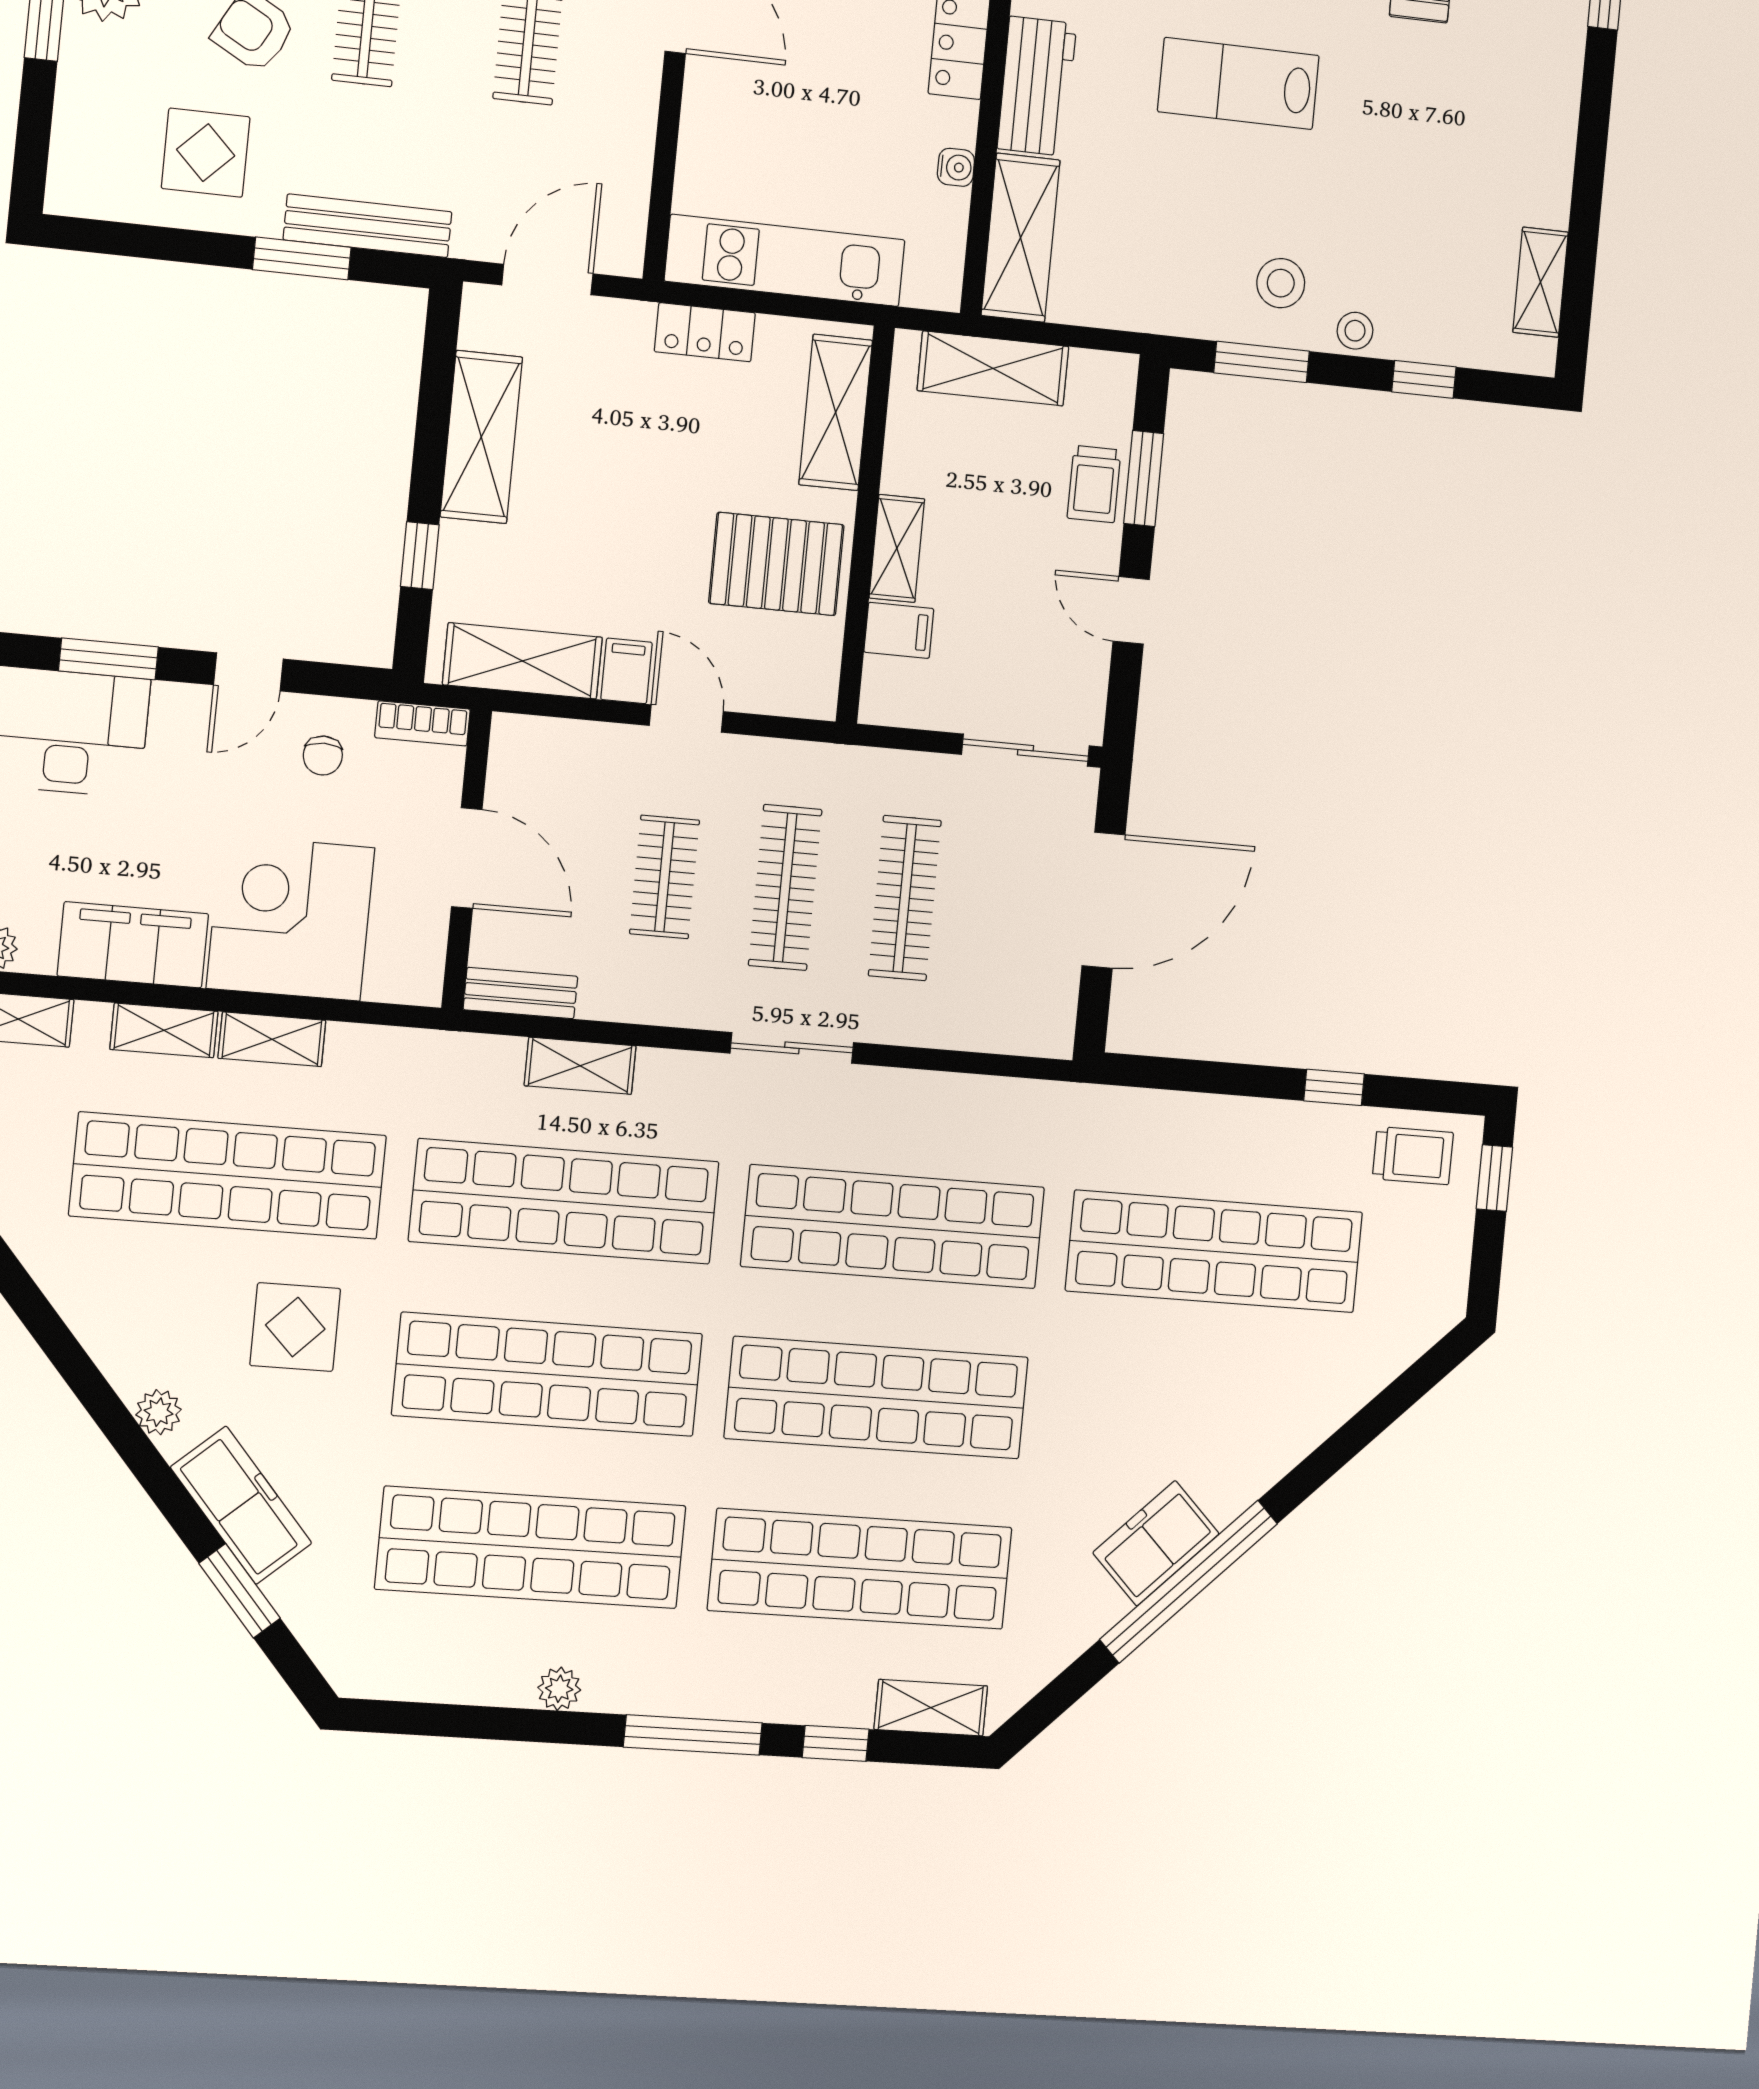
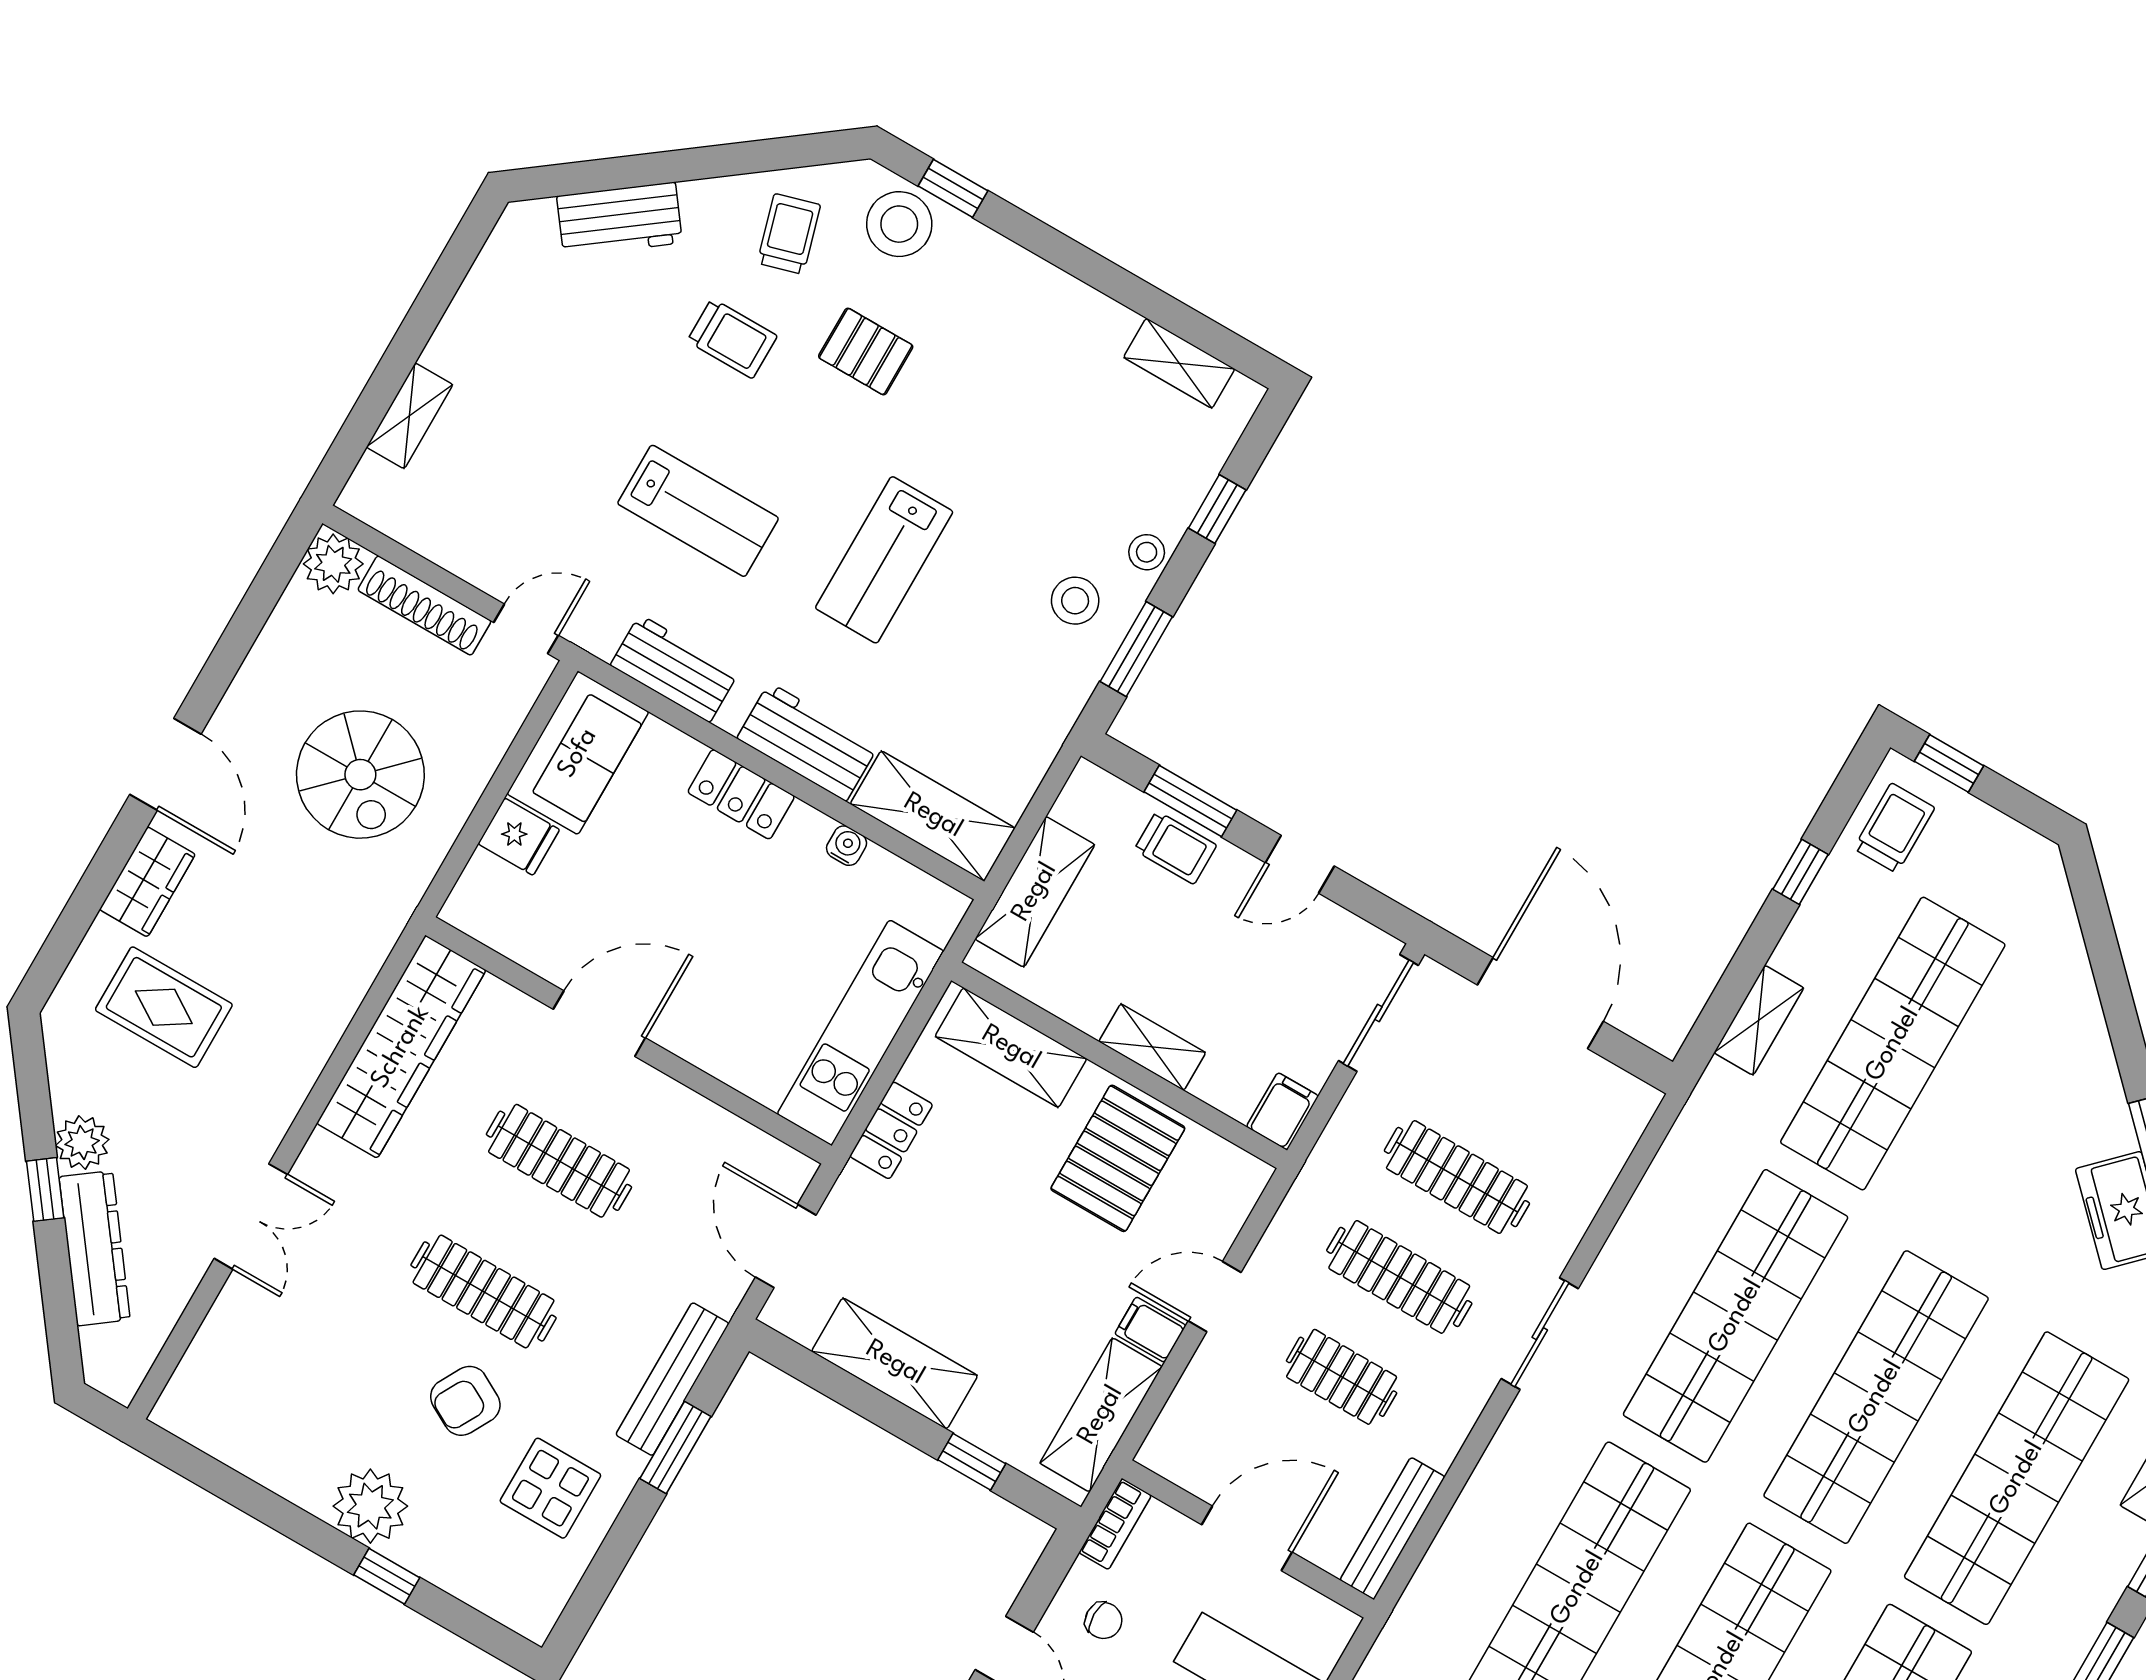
filing cabinet: (899, 630) -> (1282, 1111), moved
bench: (520, 993) -> (1392, 1528), width x1.36
shelving: (580, 1066) -> (1759, 1020), moved

